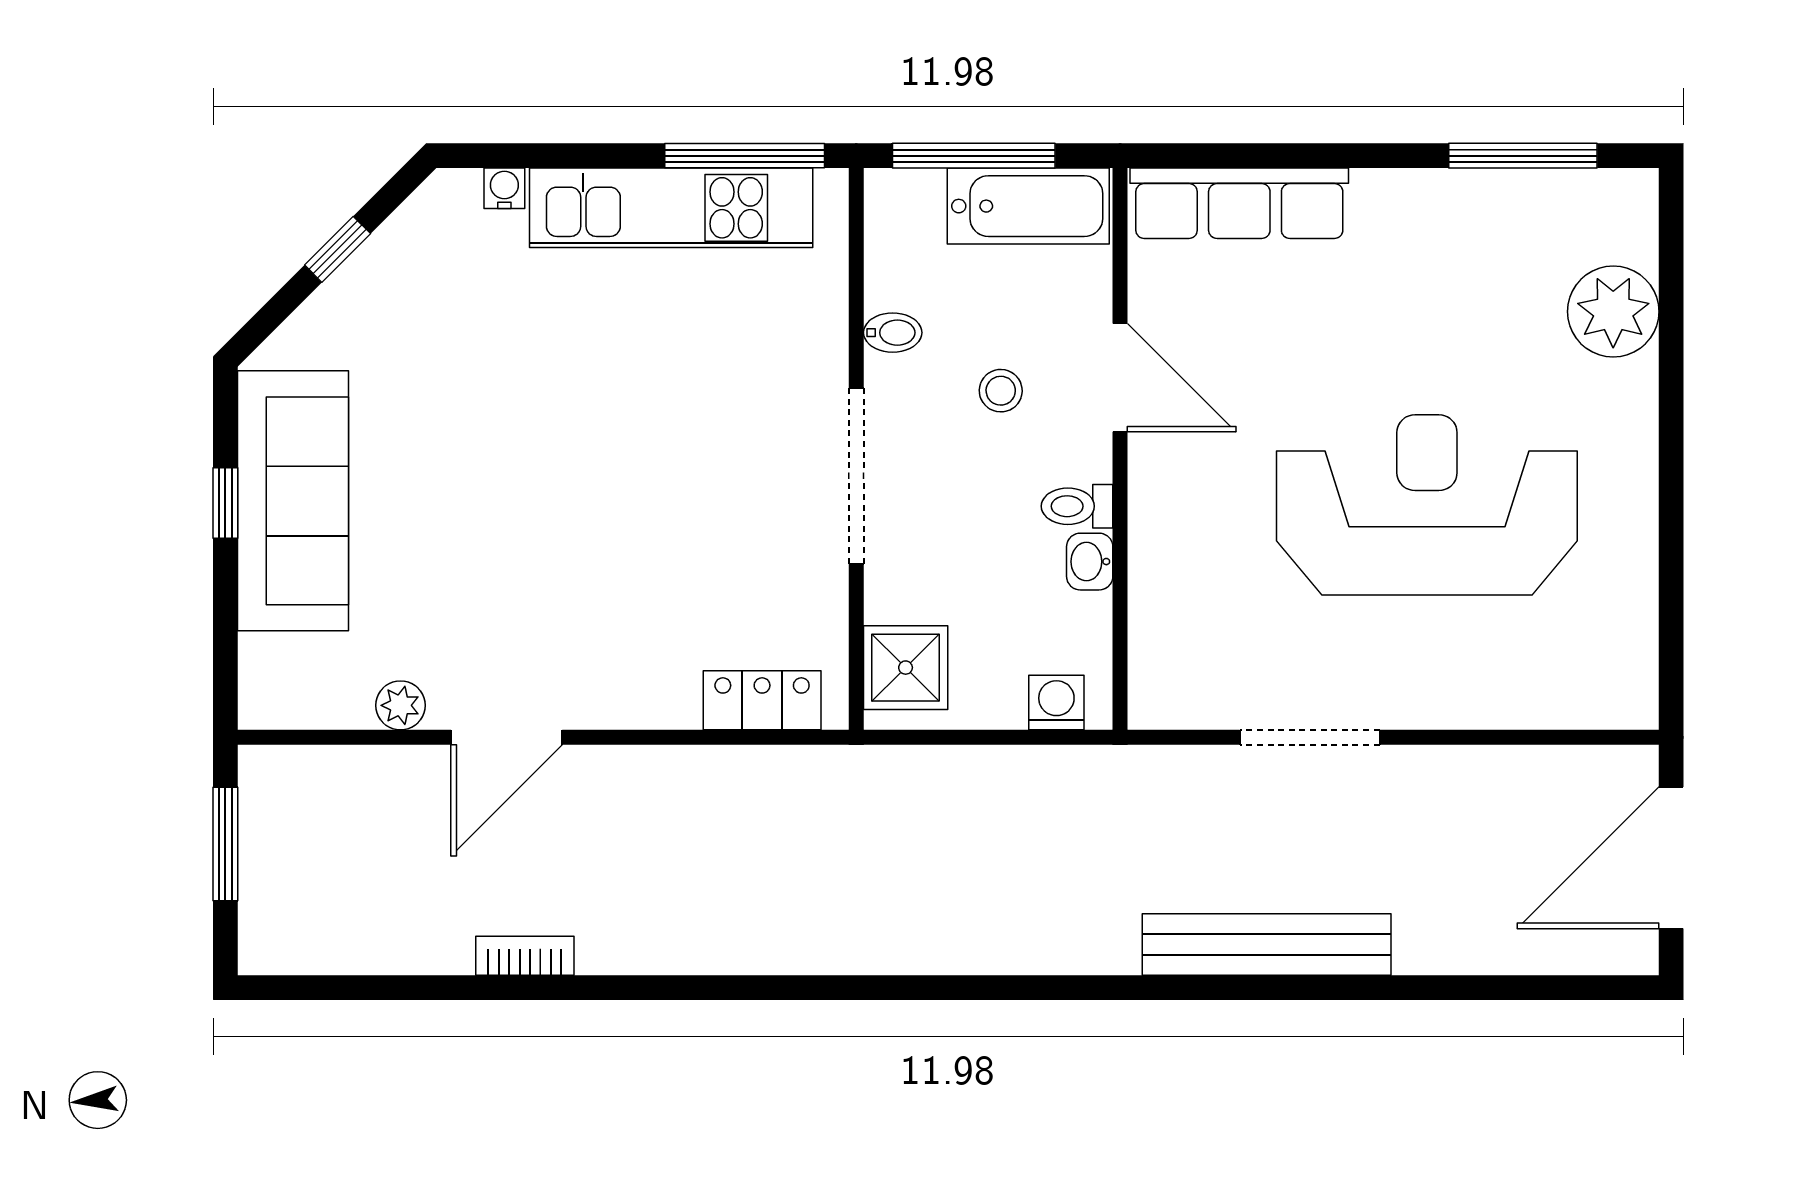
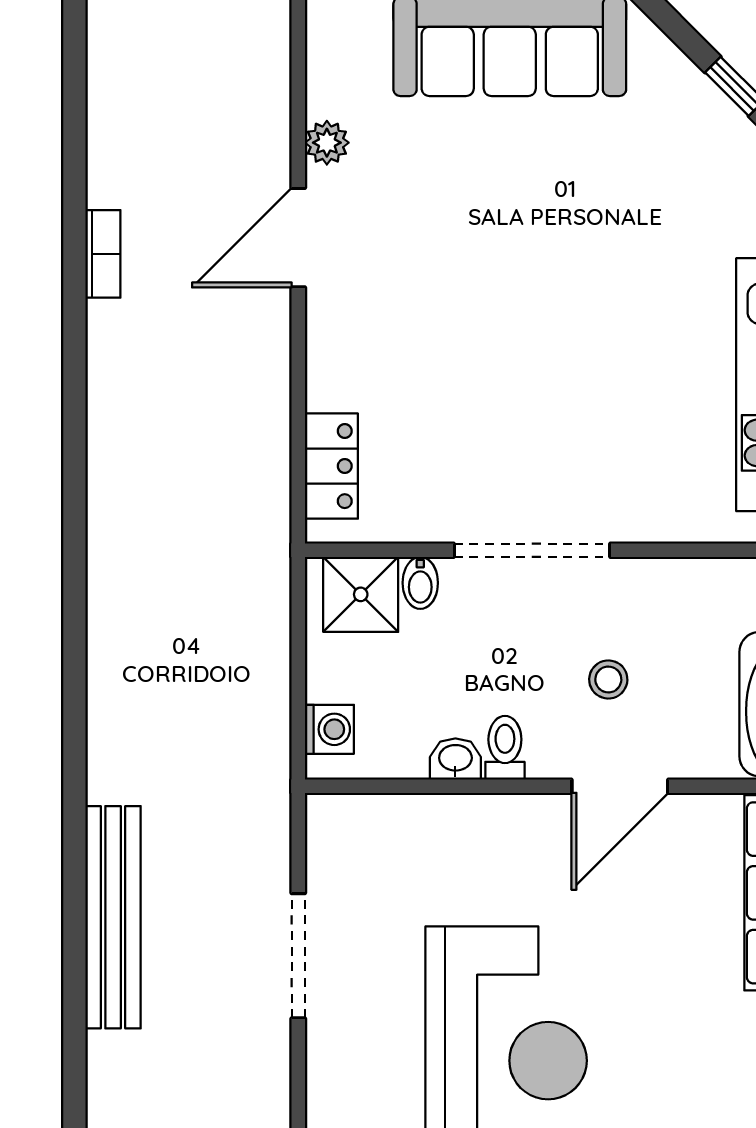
bidet: (893, 333) -> (420, 583), moved
door: (507, 737) -> (298, 238), hinge flipped

